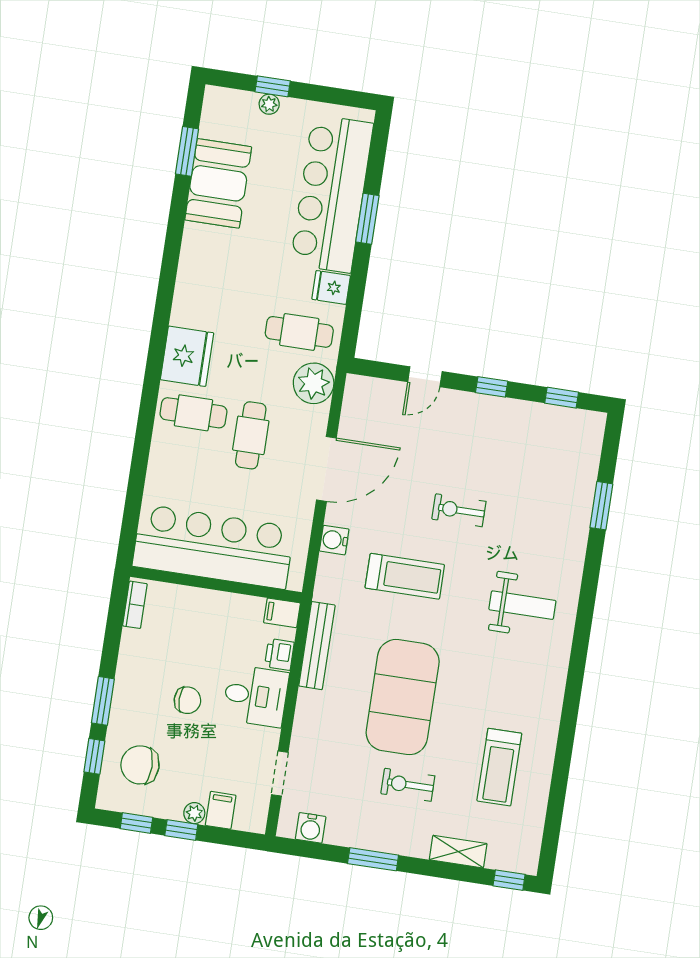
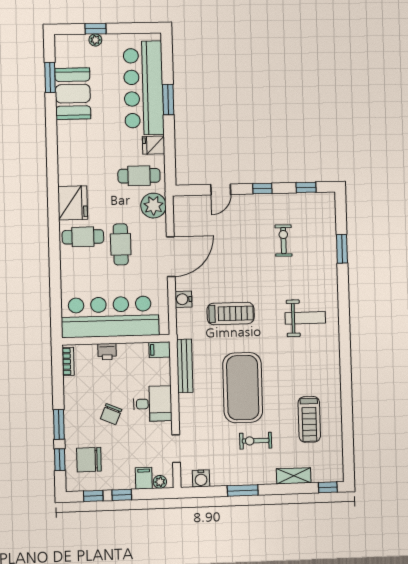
exercise bike: (459, 510) -> (283, 241), moved, turned 90
printer: (279, 654) -> (107, 352), moved, turned -90
chair: (187, 700) -> (111, 414), turned 113
plant: (194, 813) -> (160, 482), moved

